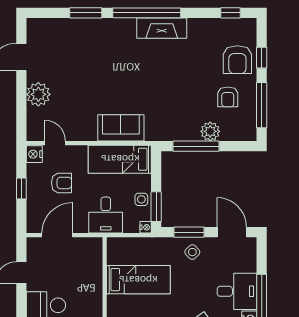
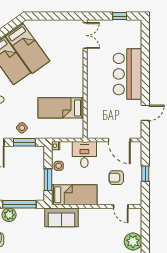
sofa: (121, 128) -> (62, 217), moved
nightstand: (34, 154) -> (136, 198), removed
window: (156, 207) -> (48, 180), moved
door: (57, 235) -> (119, 140), hinge flipped

